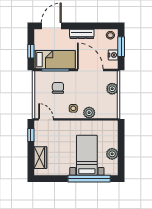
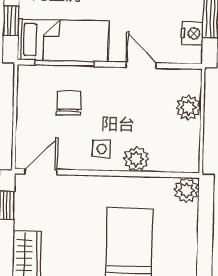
door: (90, 70) -> (141, 65), width x0.53
door: (46, 119) -> (41, 172), hinge flipped
plant: (112, 154) -> (186, 190), moved

